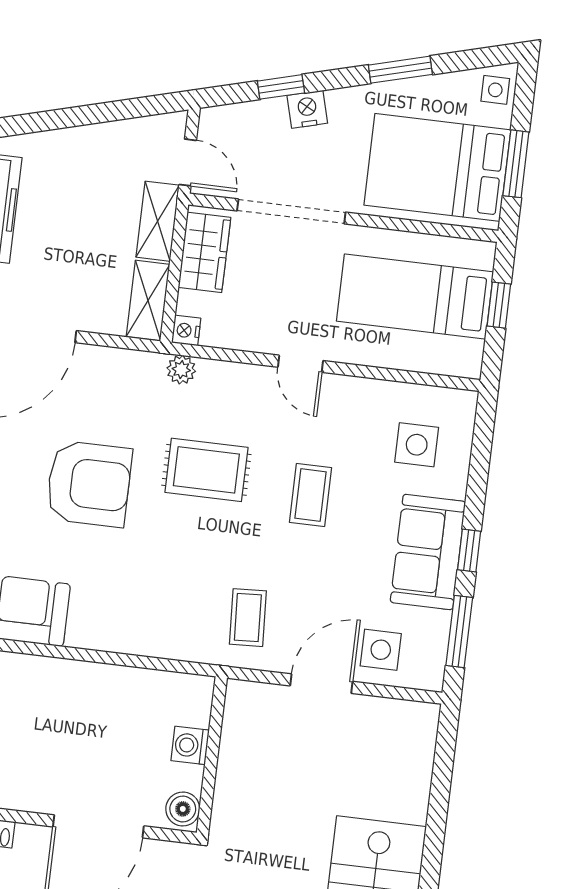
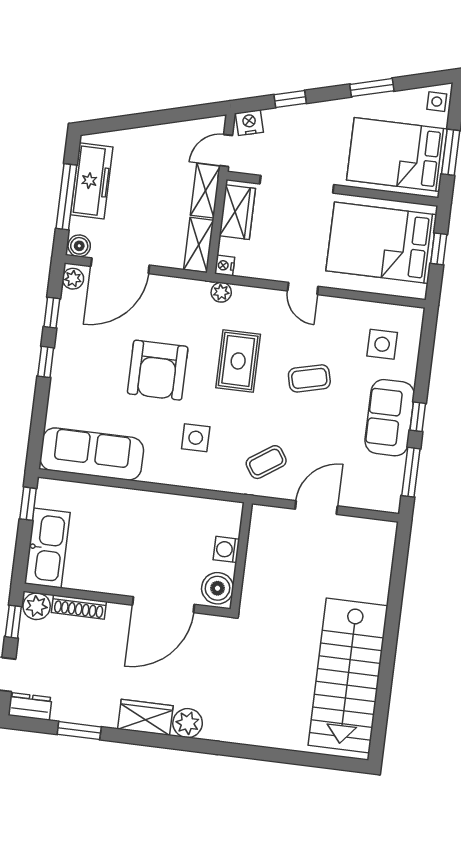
nightstand: (307, 109) -> (249, 123), moved
door: (188, 162) -> (226, 151), swing flipped
bed: (415, 296) -> (381, 243), width x1.50
rug: (206, 470) -> (238, 361), turned 90
armchair: (89, 484) -> (158, 370), turned 90
coffee table: (310, 495) -> (309, 378), turned 76
coffee table: (248, 618) -> (266, 462), turned 59
side table: (381, 650) -> (196, 438), moved
boiler: (183, 809) -> (218, 588), width x1.36, depth x1.36

